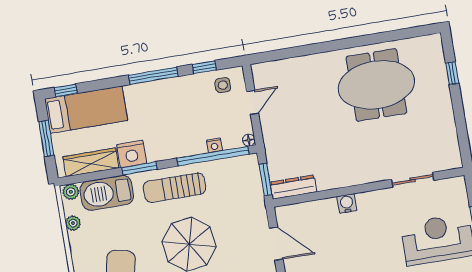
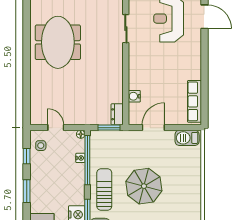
window: (153, 76) -> (27, 191), width x0.69
dresser: (293, 187) -> (117, 114), width x0.70
sun lounger: (175, 188) -> (104, 190), turned 180
water cooler: (347, 203) -> (134, 96), moved

